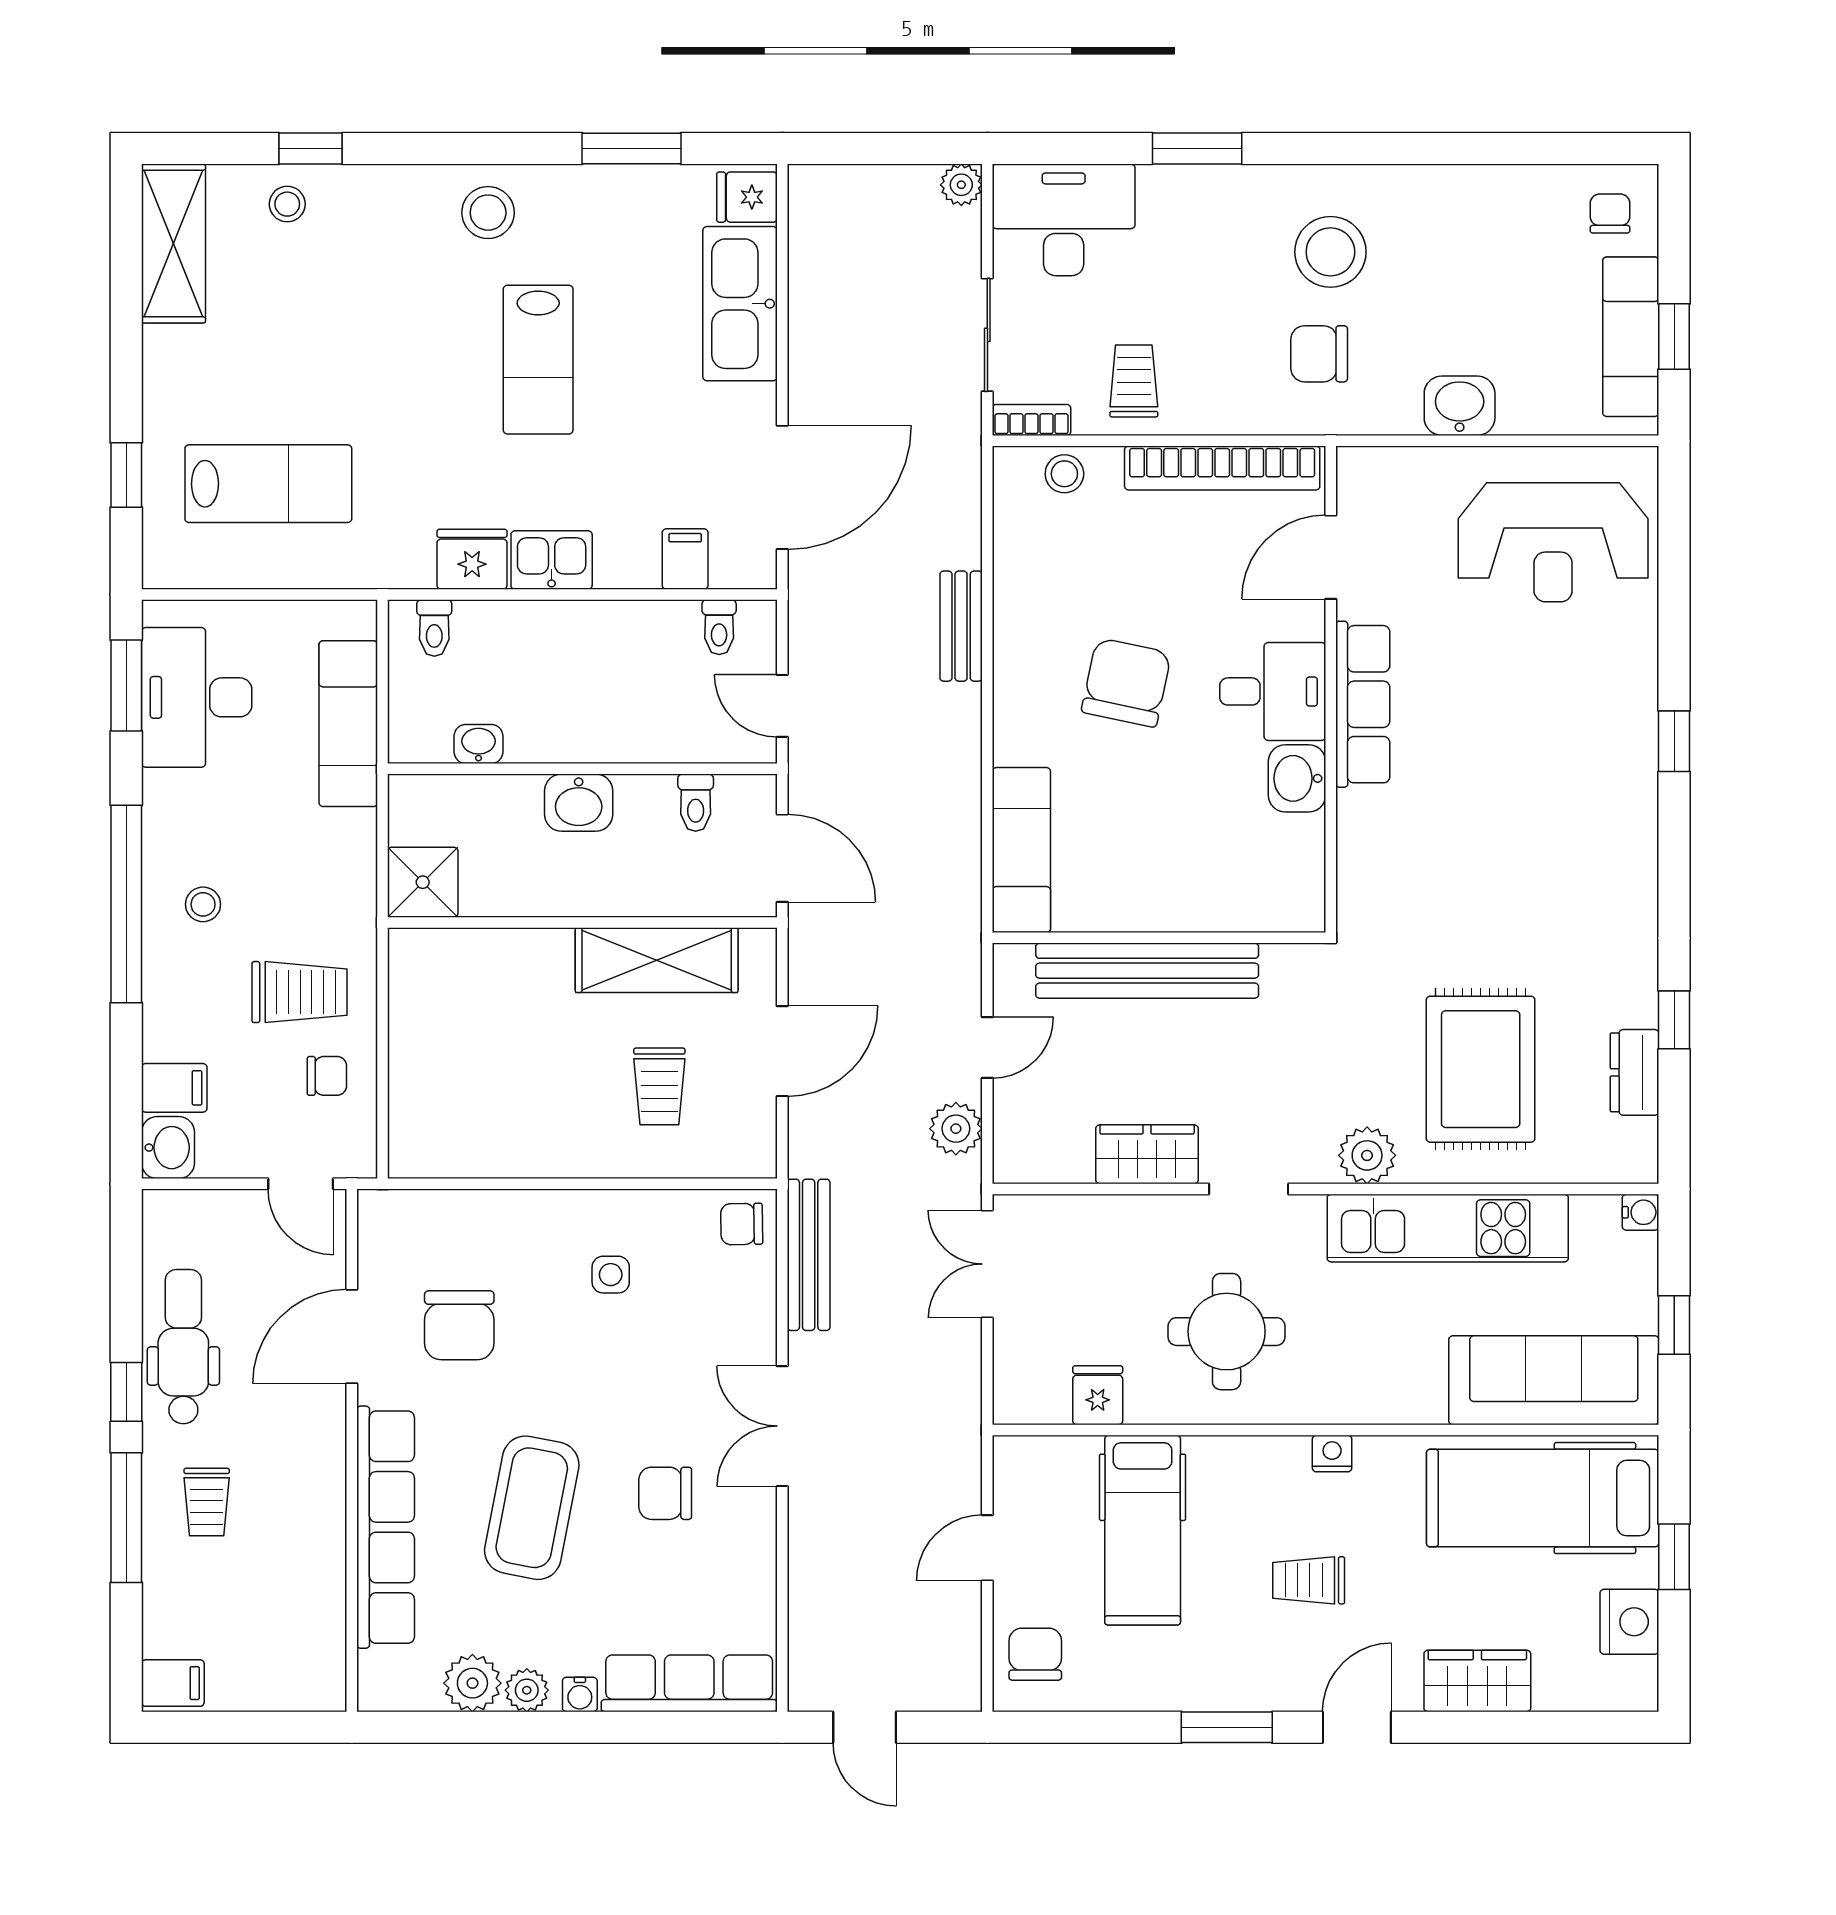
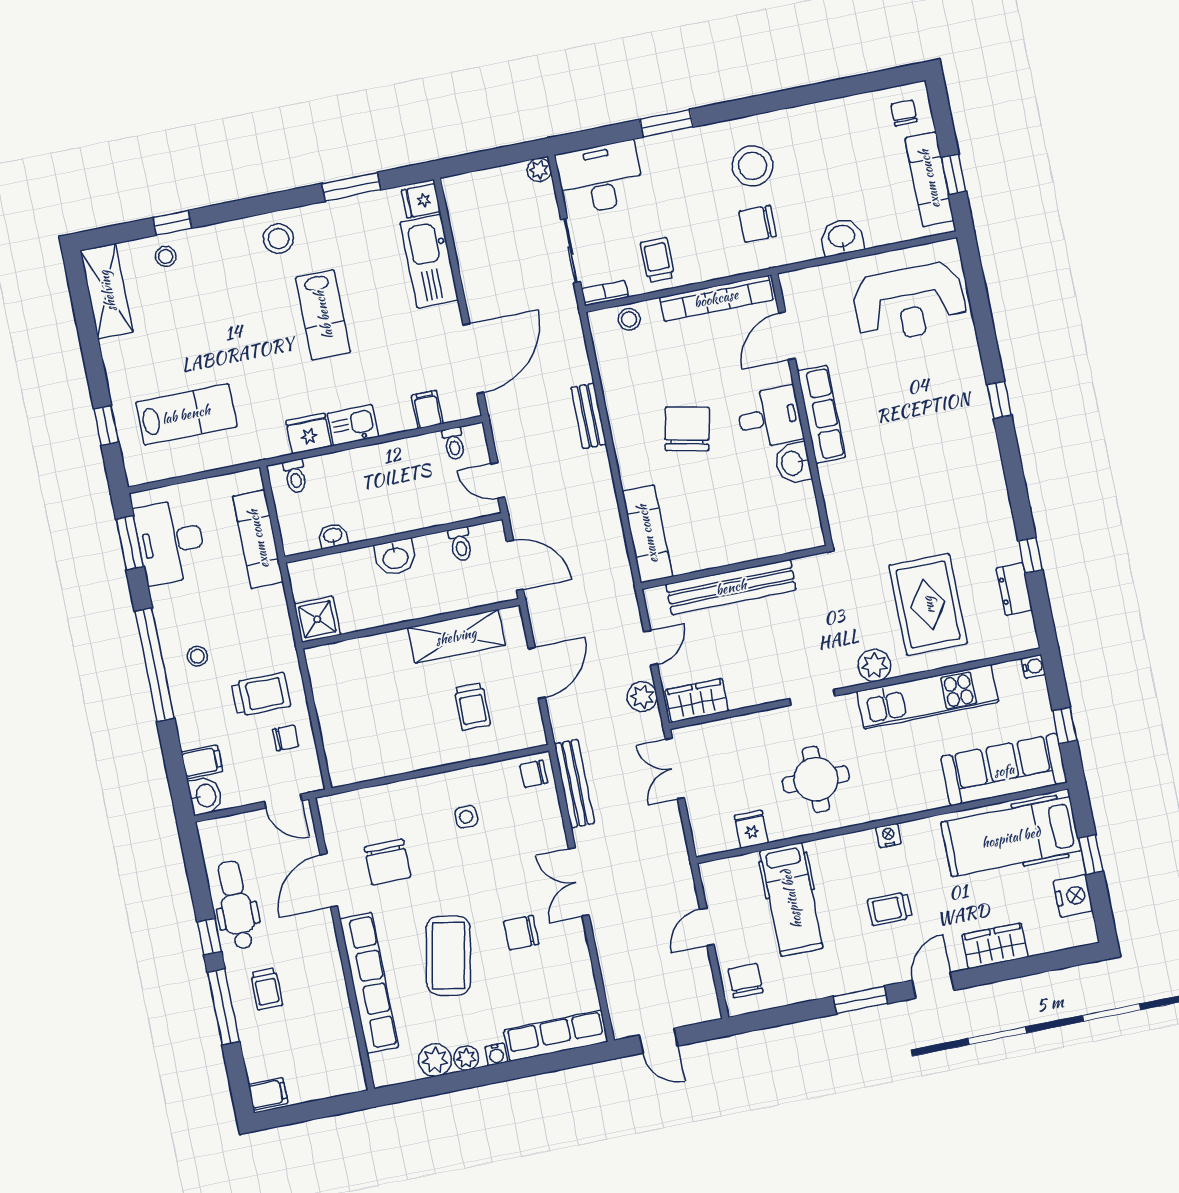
wardrobe: (1147, 1154) -> (697, 701), moved

